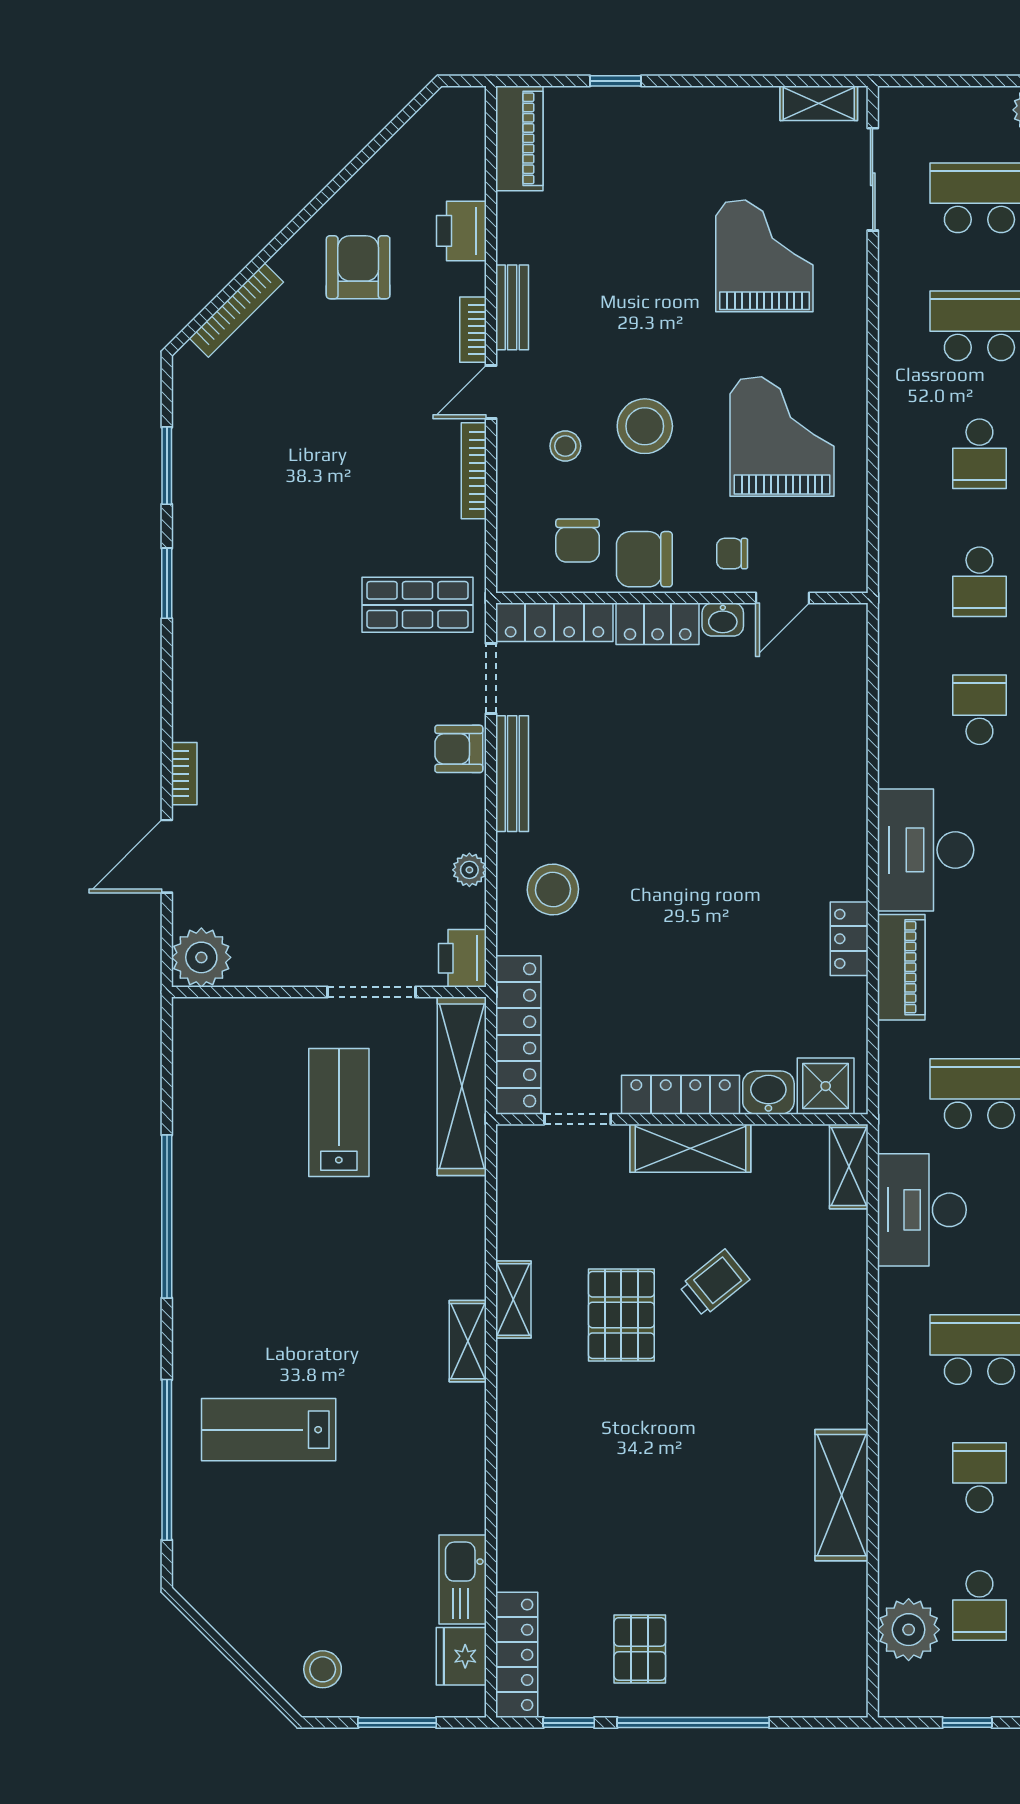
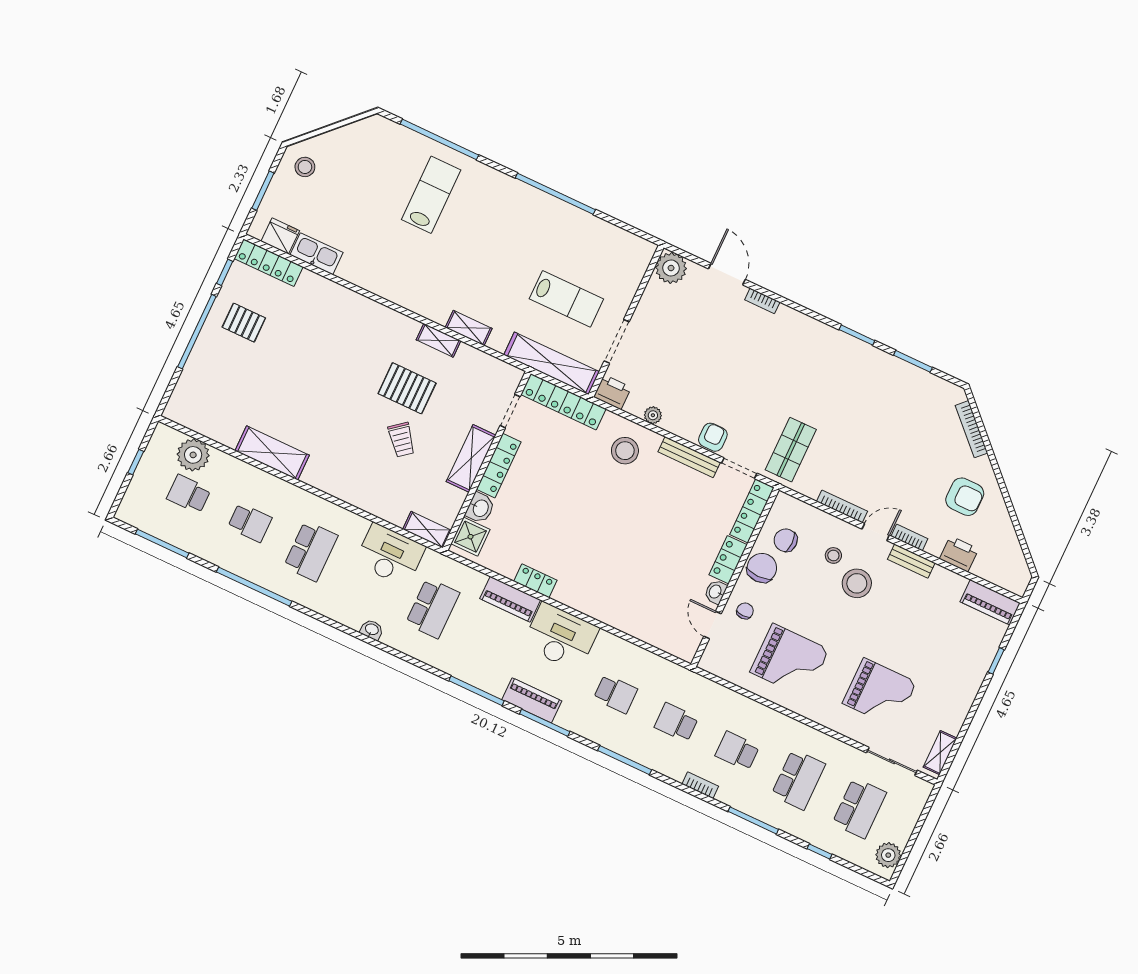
door: (491, 392) -> (876, 532), hinge flipped
stool: (645, 426) -> (857, 583), moved
shelving: (468, 1341) -> (469, 328), moved

